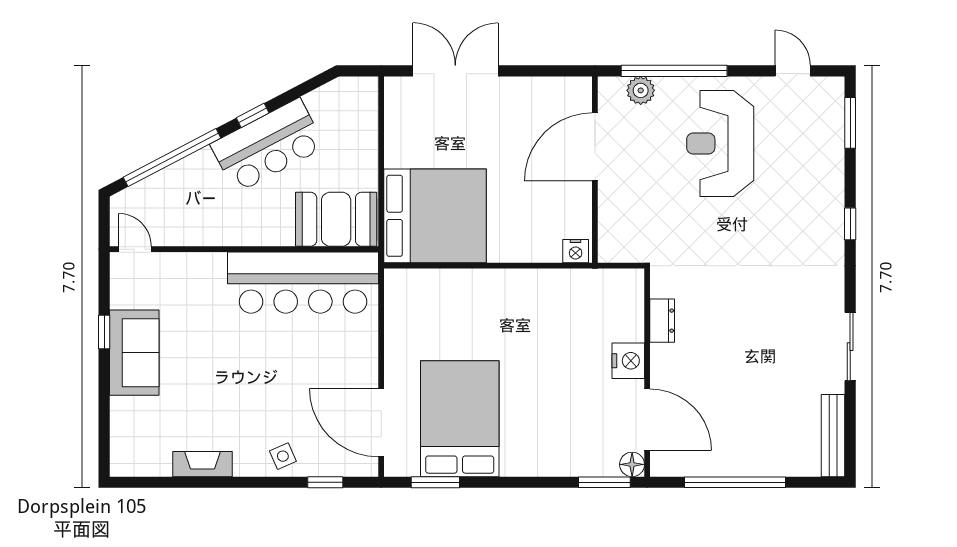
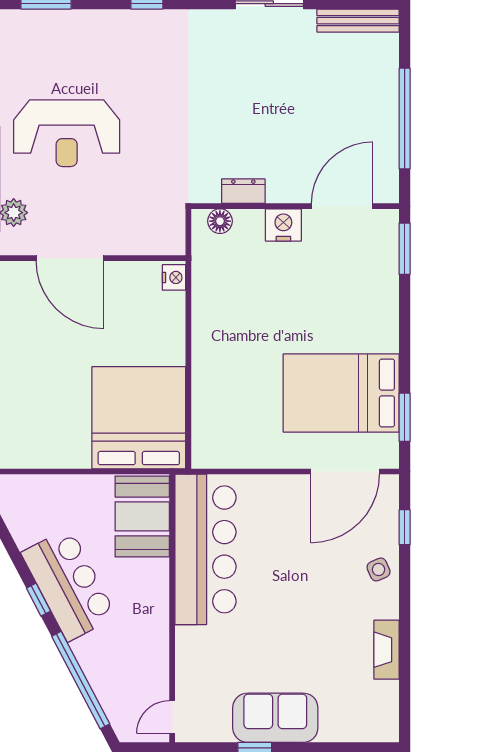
floor lamp: (632, 464) -> (220, 221), moved

